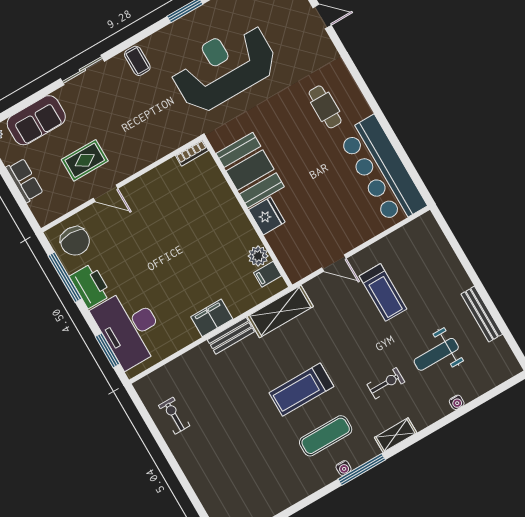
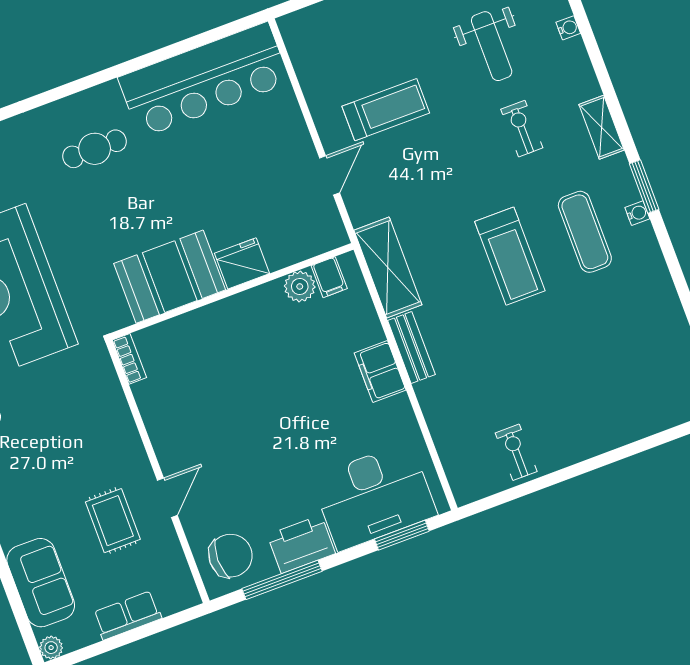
exercise bike: (174, 416) -> (516, 452), turned 90
window: (362, 469) -> (644, 187), width x0.69

